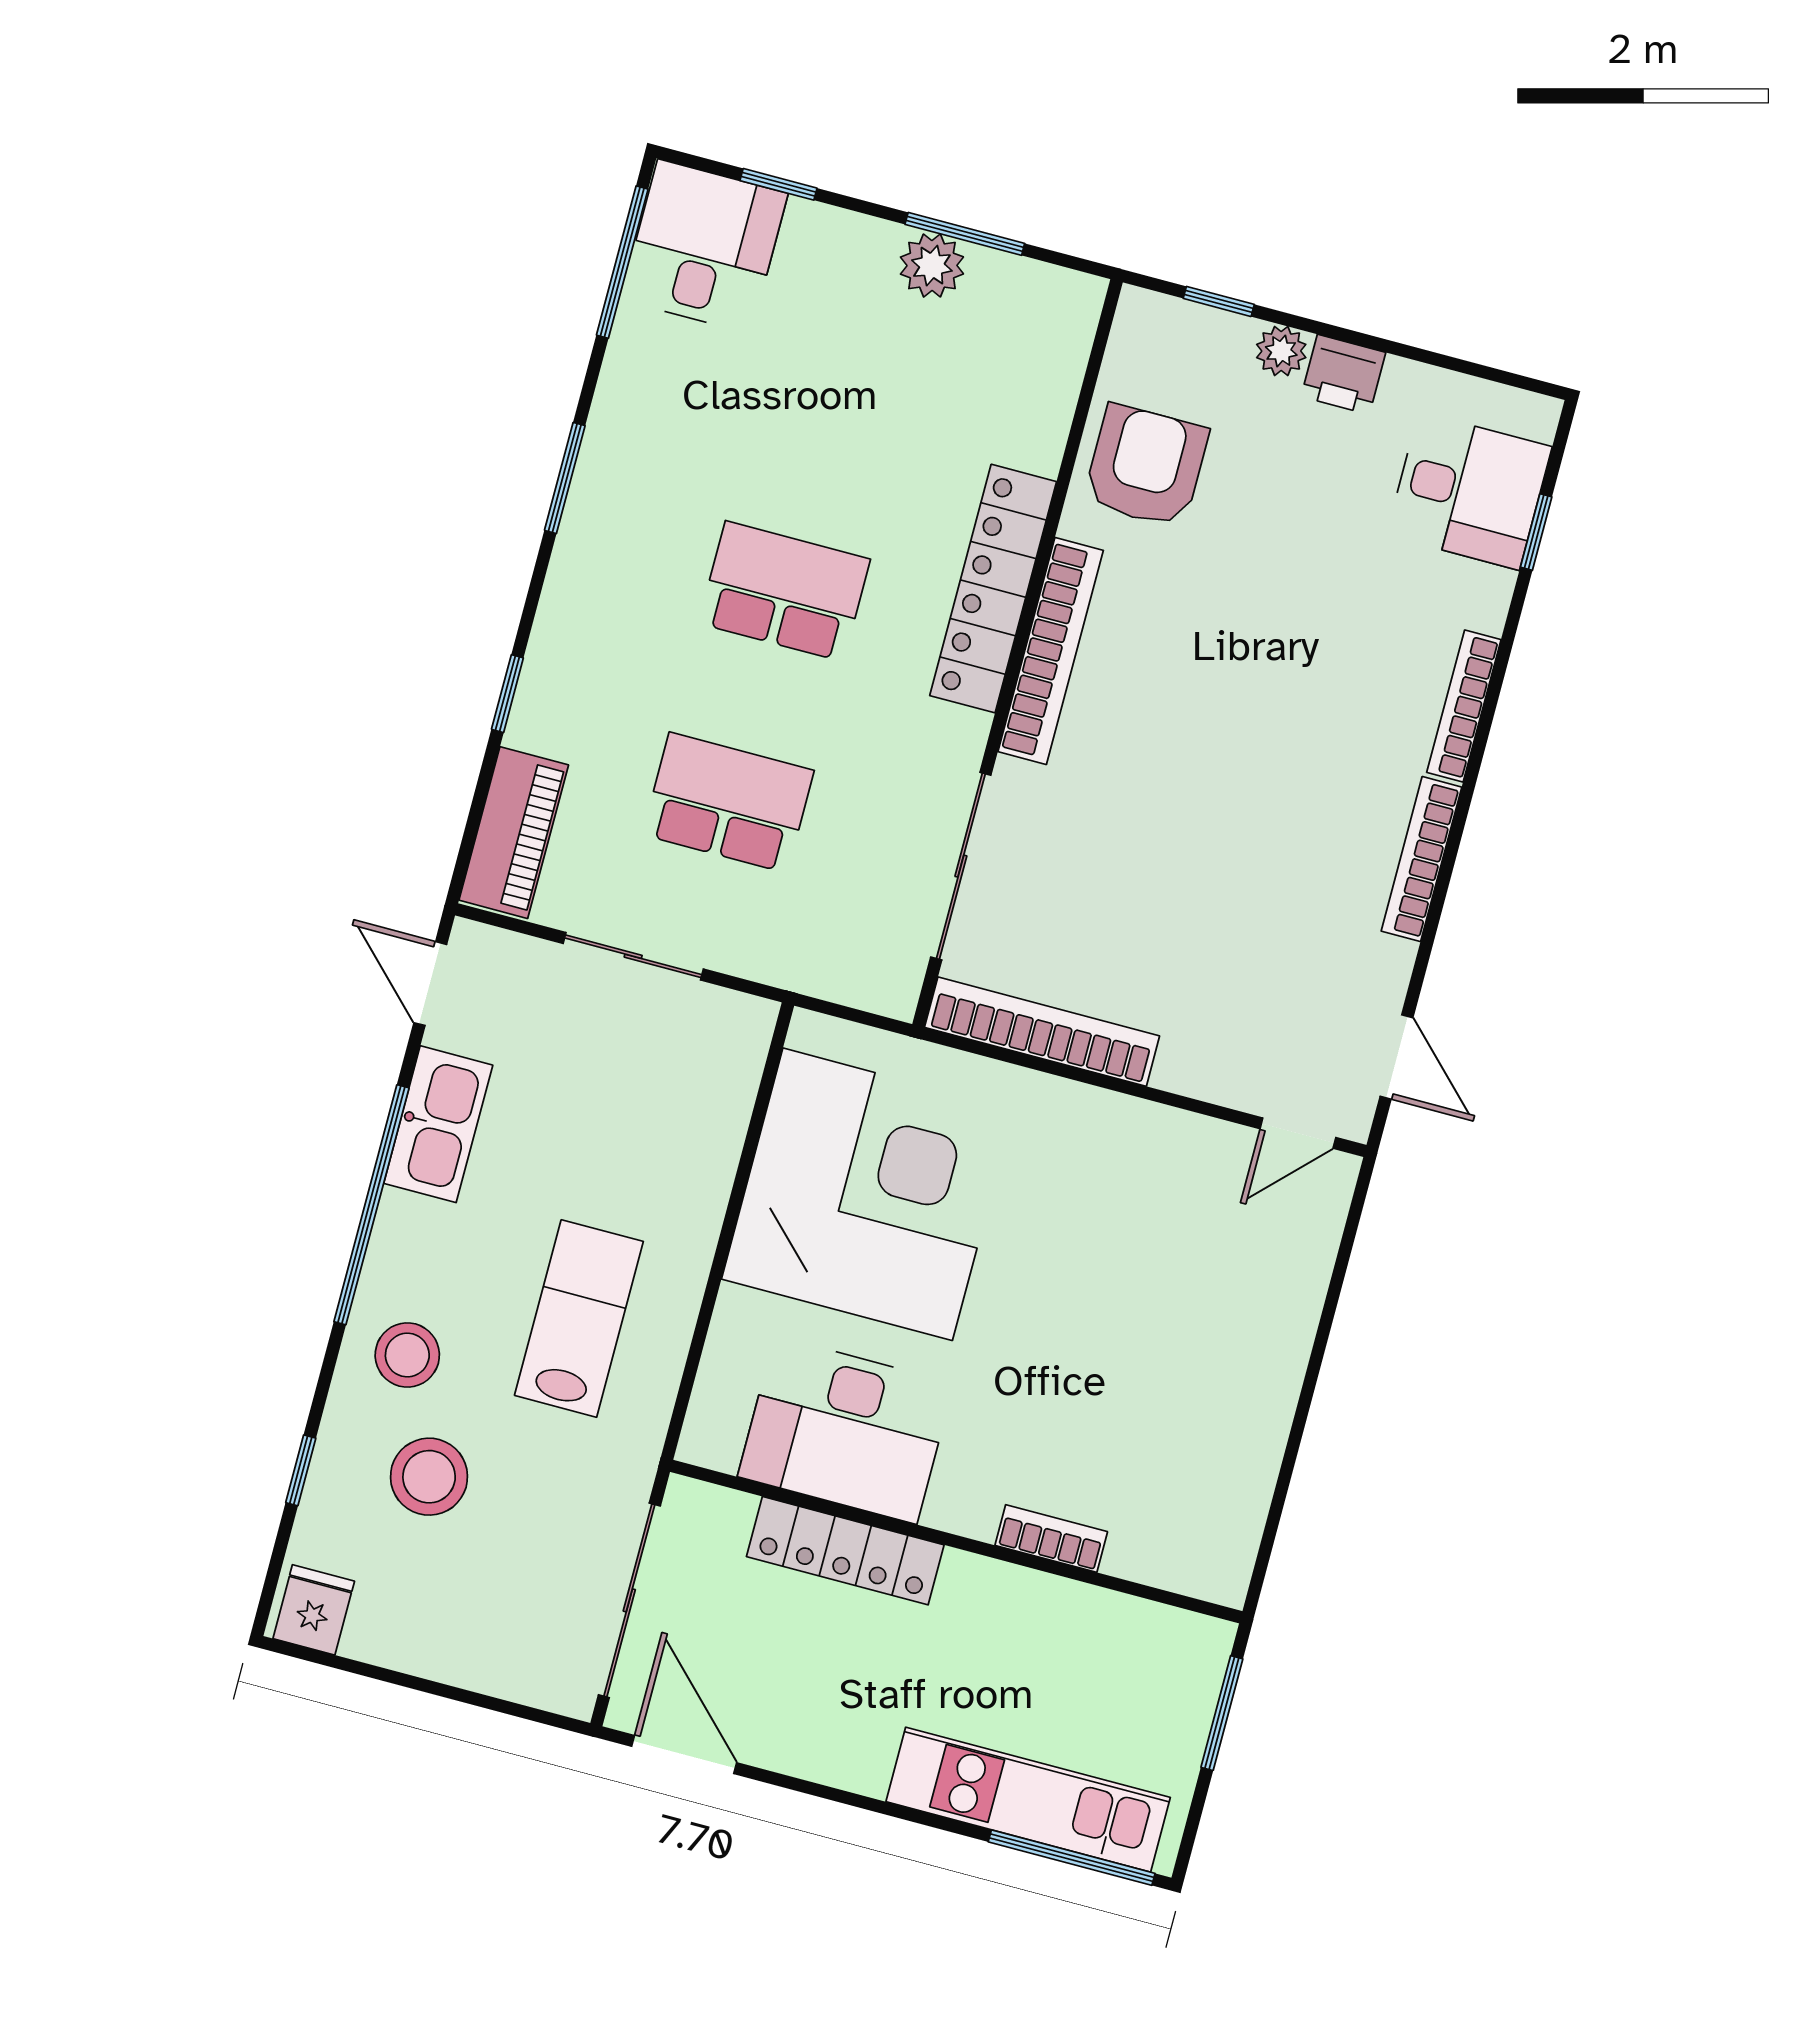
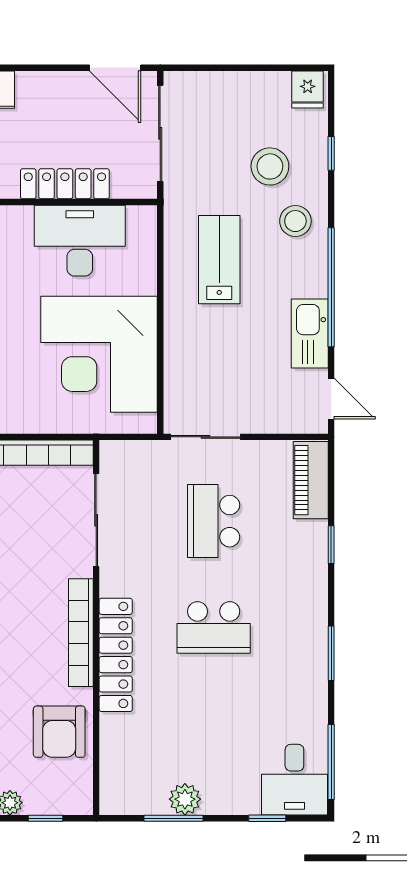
school desk: (728, 802) -> (214, 521), turned 90
sliding door: (633, 956) -> (206, 437), moved
lab bench: (579, 1318) -> (219, 260), turned 180

